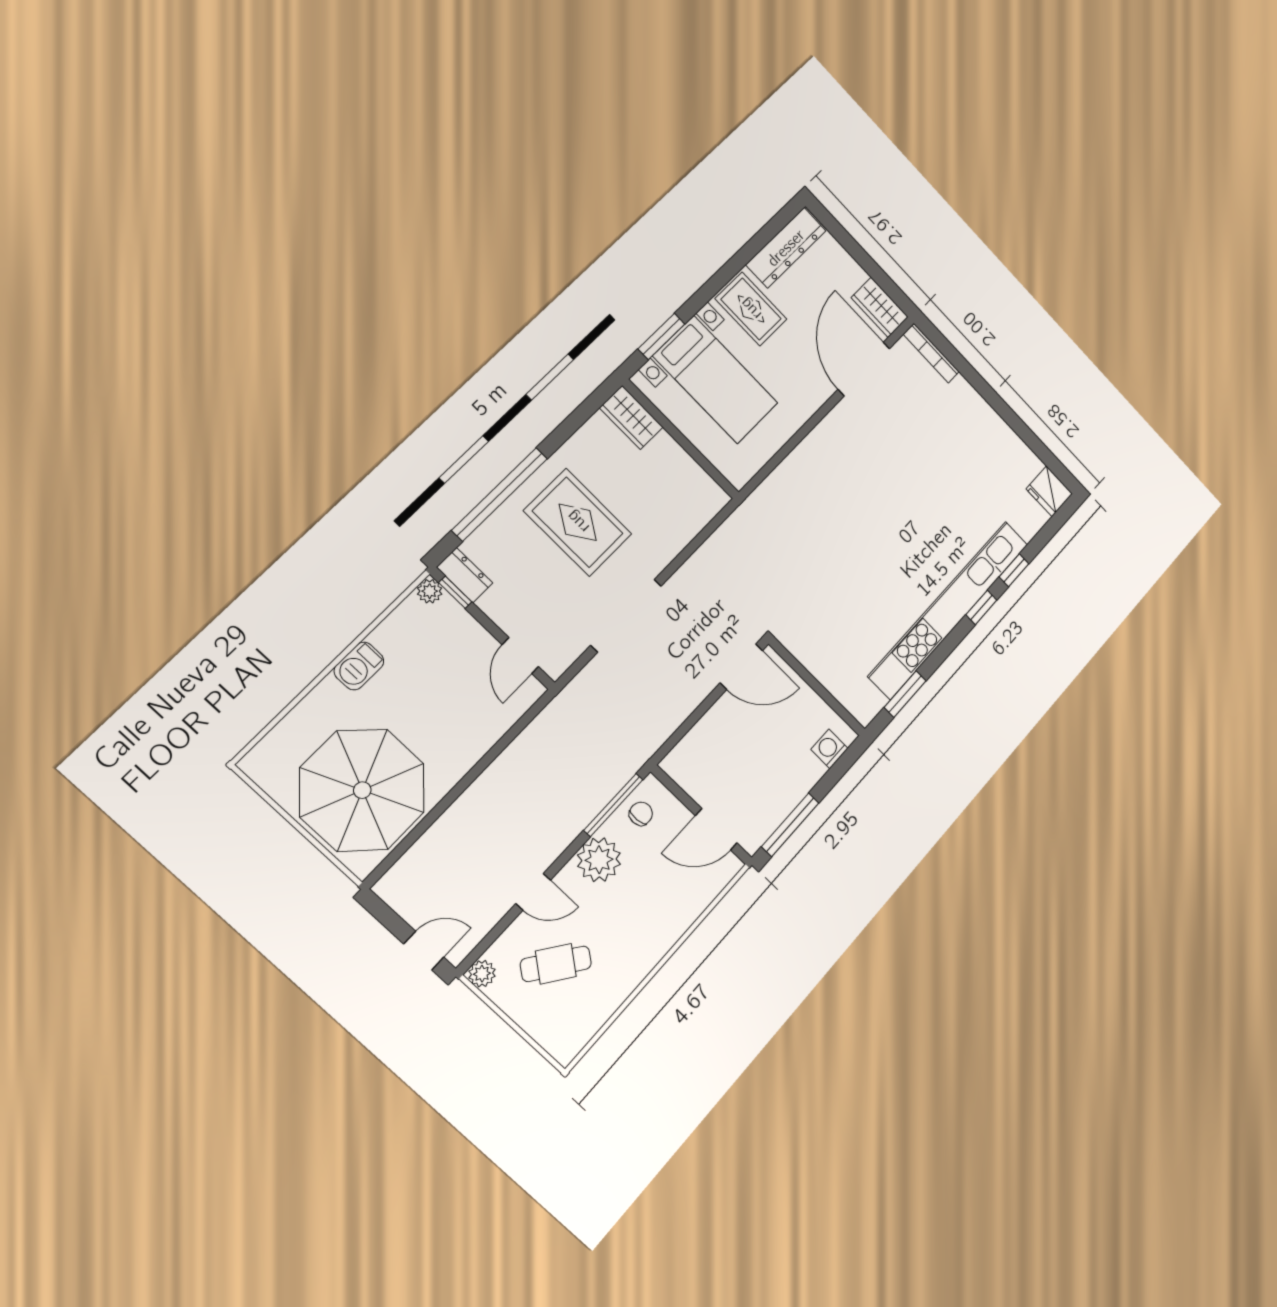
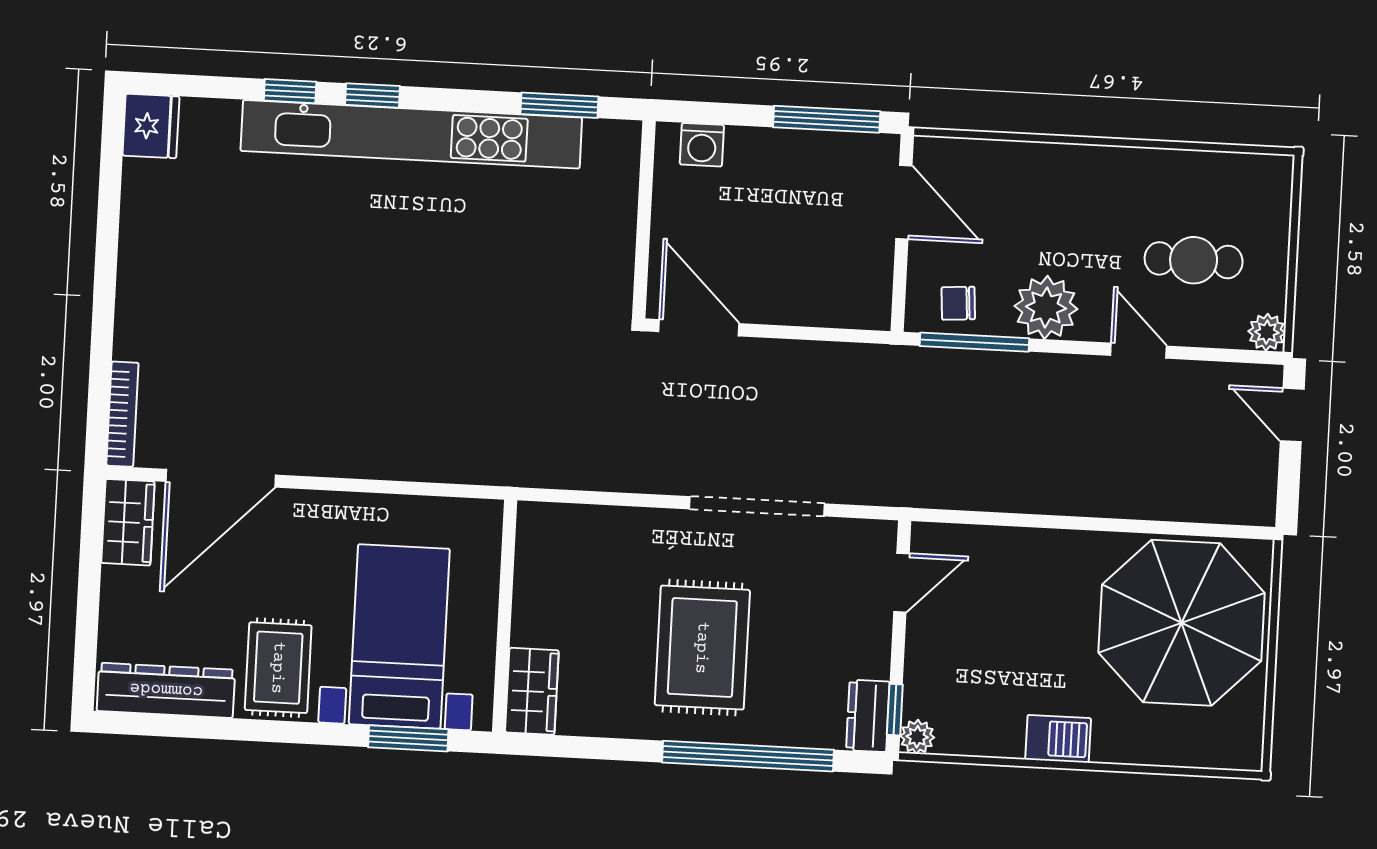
cafe table: (556, 964) -> (1194, 260), turned -37

